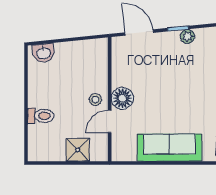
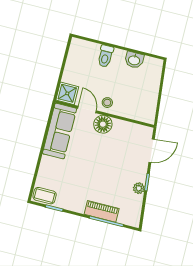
washbasin: (44, 53) -> (134, 60), moved, turned -84
sofa: (169, 148) -> (60, 131), moved
shower: (78, 150) -> (67, 93), moved

